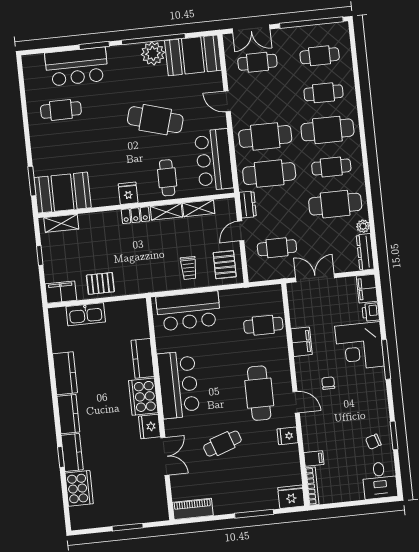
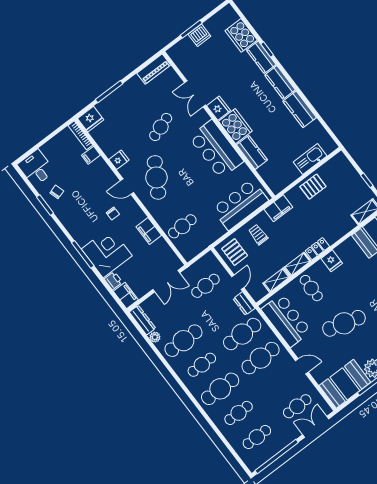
filing cabinet: (61, 292) -> (278, 208), moved
cafe table: (259, 393) -> (156, 177), turned 31
dishwasher: (123, 515) -> (199, 35), added

